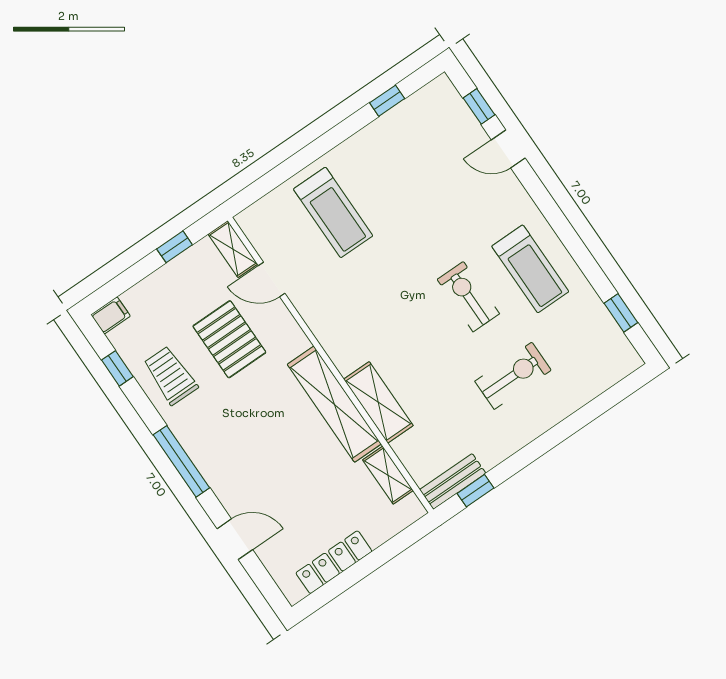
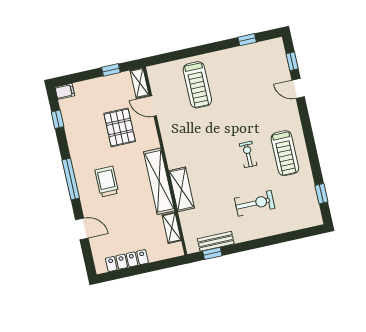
exercise bike: (468, 297) -> (248, 154), width x0.73, depth x0.72
trolley: (171, 375) -> (107, 182), moved
bench: (453, 481) -> (216, 241), moved

